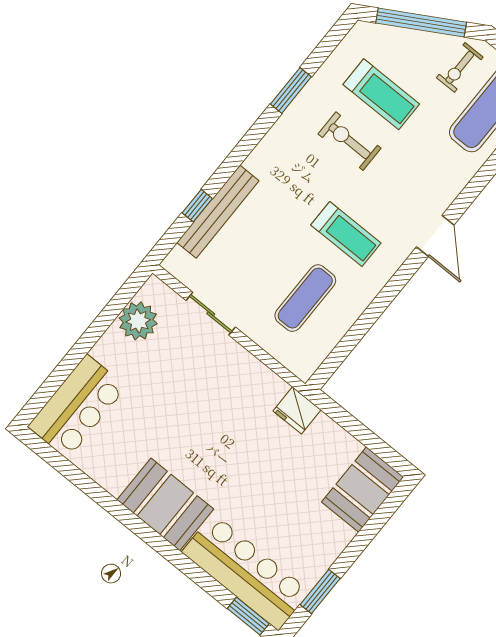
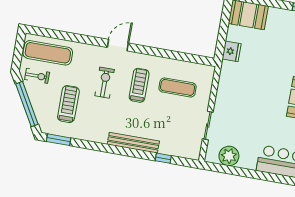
window: (291, 90) -> (59, 140), moved
exercise bike: (350, 141) -> (105, 83), moved, turned 180
bench: (218, 212) -> (133, 143), moved
fridge: (297, 410) -> (232, 51), moved

